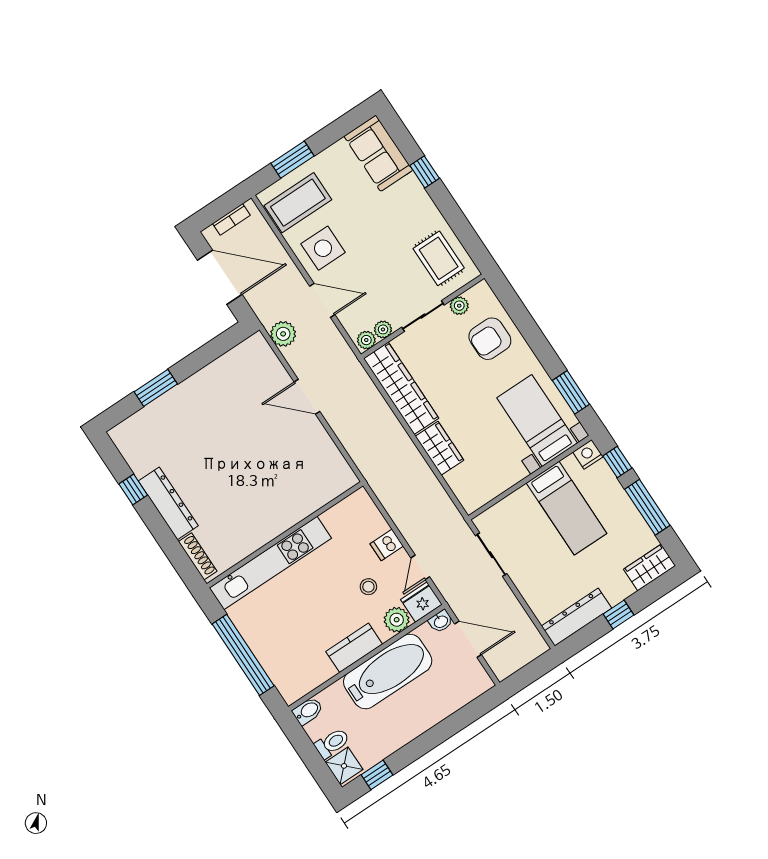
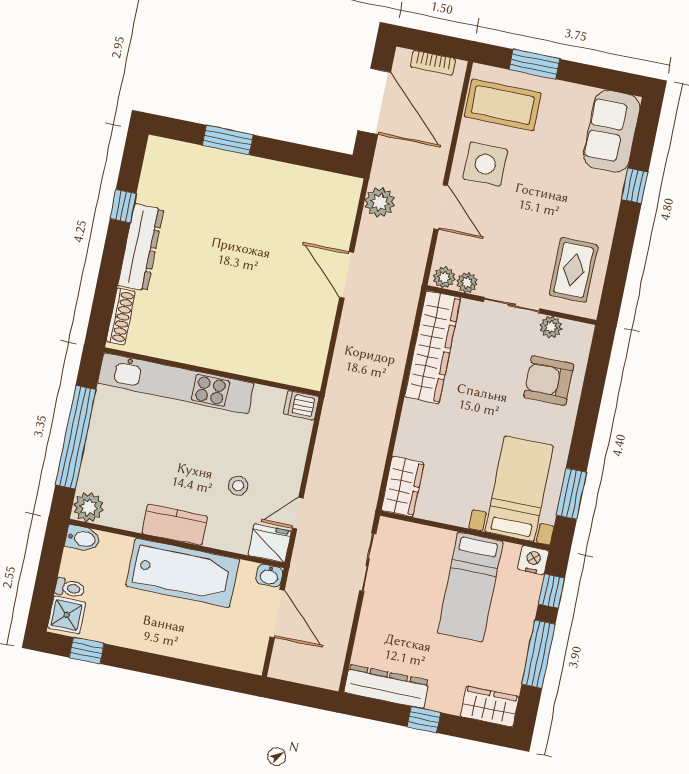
wardrobe: (439, 448) -> (403, 486), moved
dishwasher: (387, 545) -> (301, 405), moved
plant: (397, 620) -> (89, 507), moved
toilet: (332, 743) -> (70, 588), width x0.73, depth x0.72

